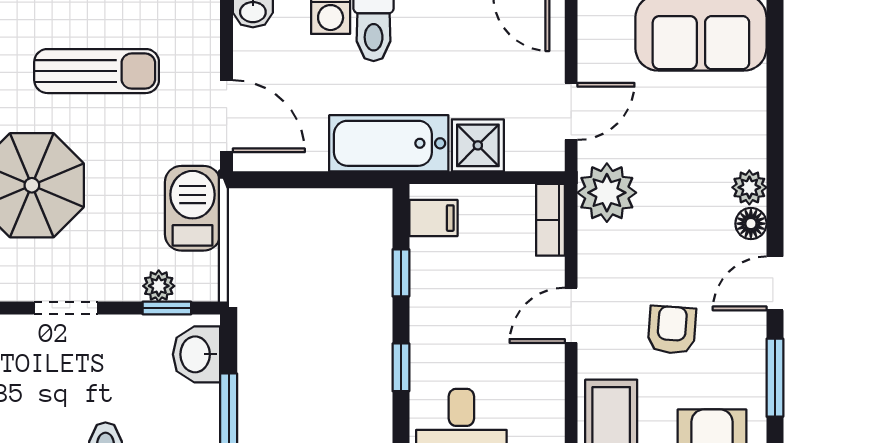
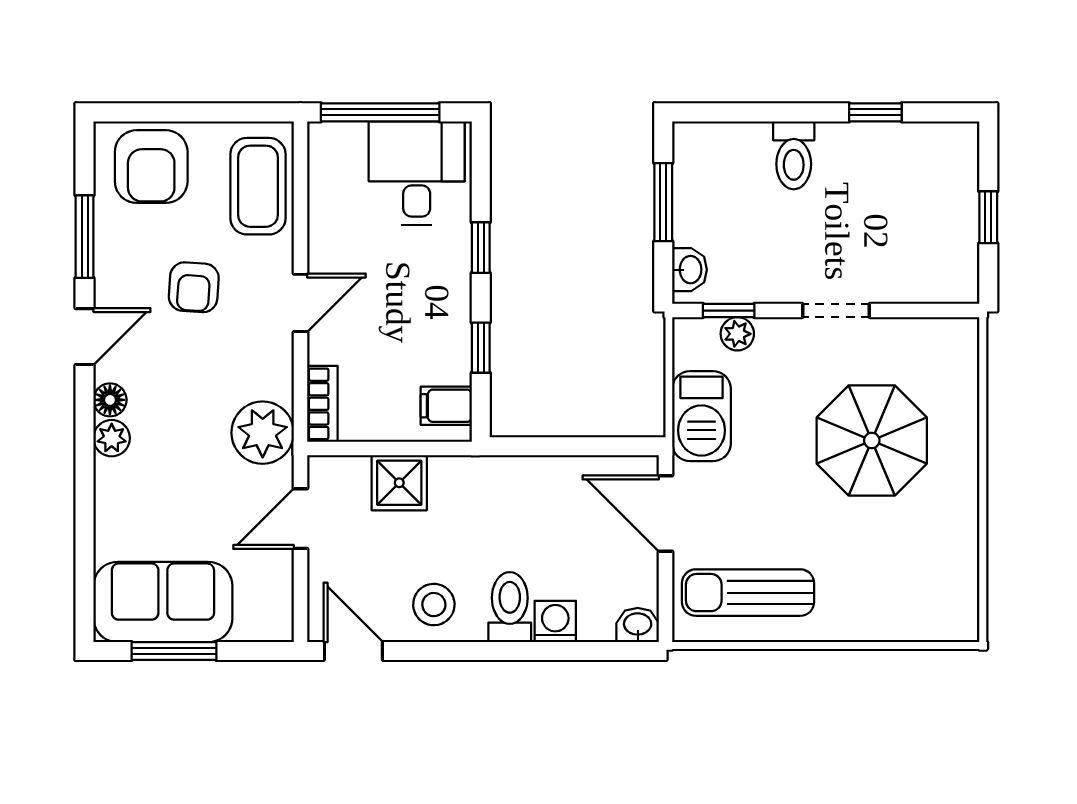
stool: (445, 30) -> (434, 605), added
sun lounger: (97, 71) -> (748, 593), moved
bathtub: (389, 143) -> (494, 485), removed
washbasin: (197, 354) -> (690, 270), width x0.72, depth x0.69

